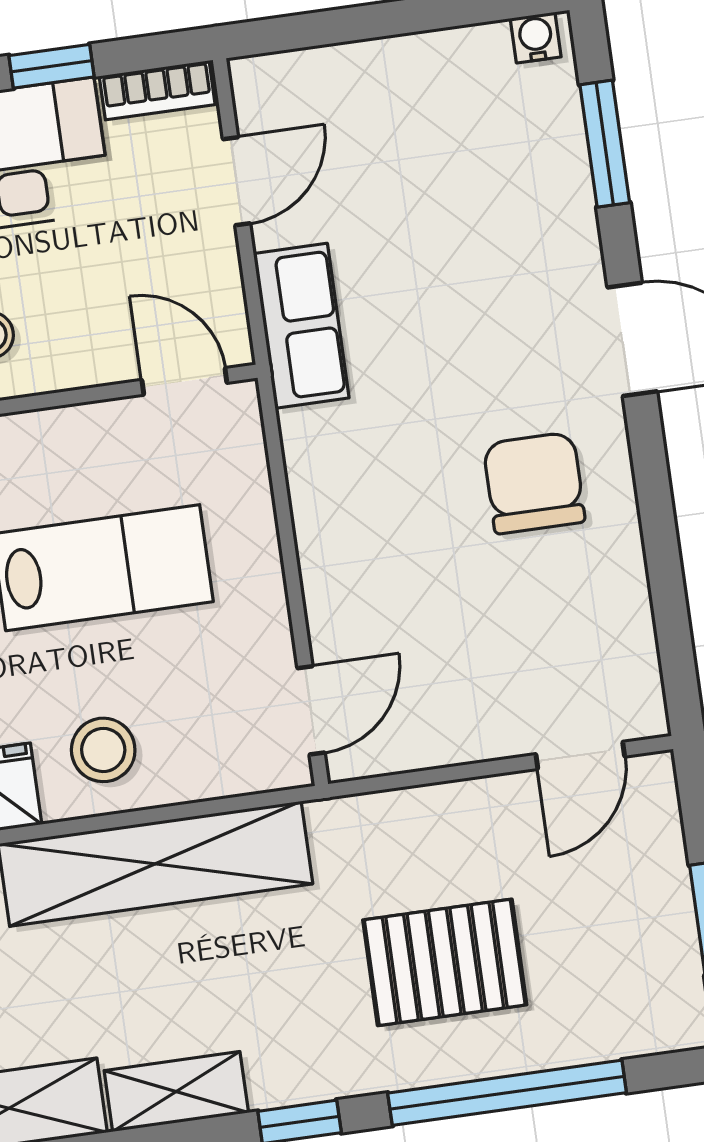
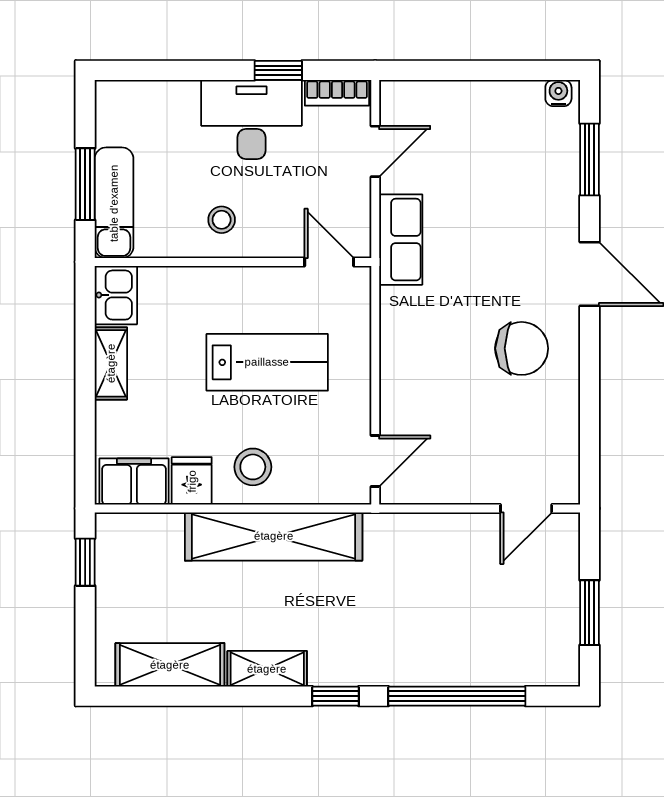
chair: (534, 483) -> (522, 348), turned 90
pallet: (445, 962) -> (432, 616), removed

